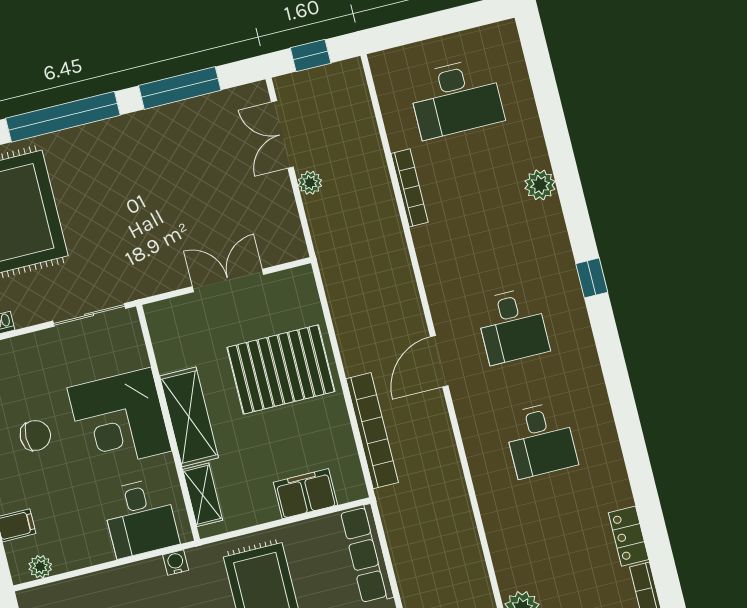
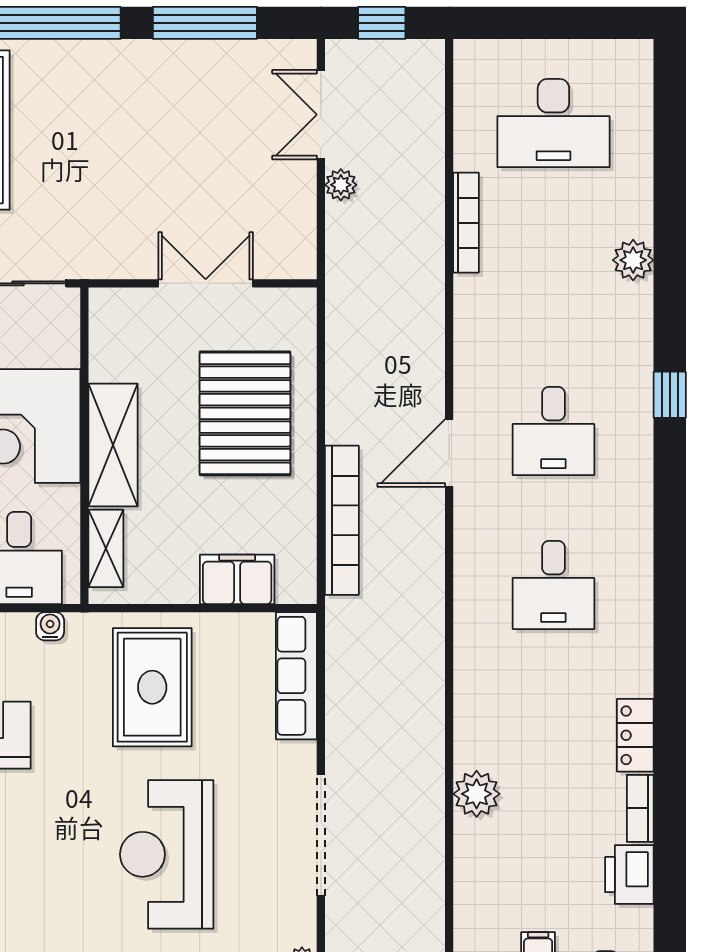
pallet: (281, 369) -> (245, 413), turned 90

